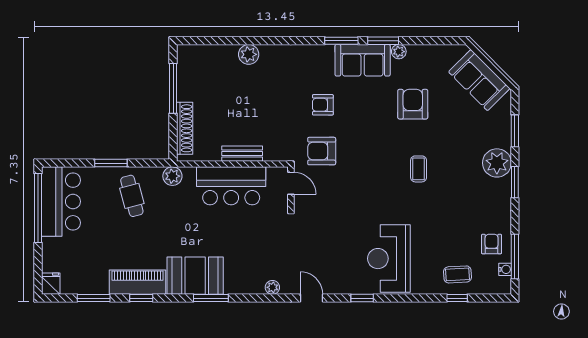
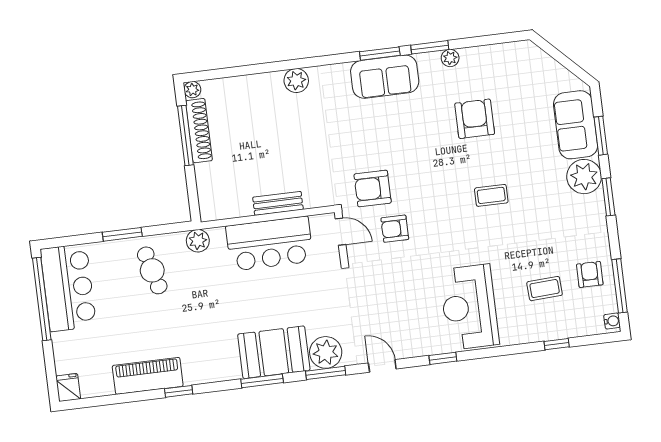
plant: (183, 51) -> (192, 90), added
plant: (249, 54) -> (296, 81), moved
sofa: (363, 60) -> (385, 77), moved
sofa: (479, 80) -> (576, 125), moved, turned 45
armchair: (323, 105) -> (395, 229), moved
shoe rack: (185, 128) -> (199, 131), moved
coffee table: (419, 169) -> (491, 195), turned 90
water cooler: (505, 269) -> (612, 321), moved
coffee table: (457, 274) -> (545, 289), moved
booth: (195, 276) -> (274, 352), moved
piano: (138, 282) -> (148, 376), moved
plant: (272, 287) -> (326, 352), width x1.87, depth x1.87
window: (94, 298) -> (326, 373), moved

